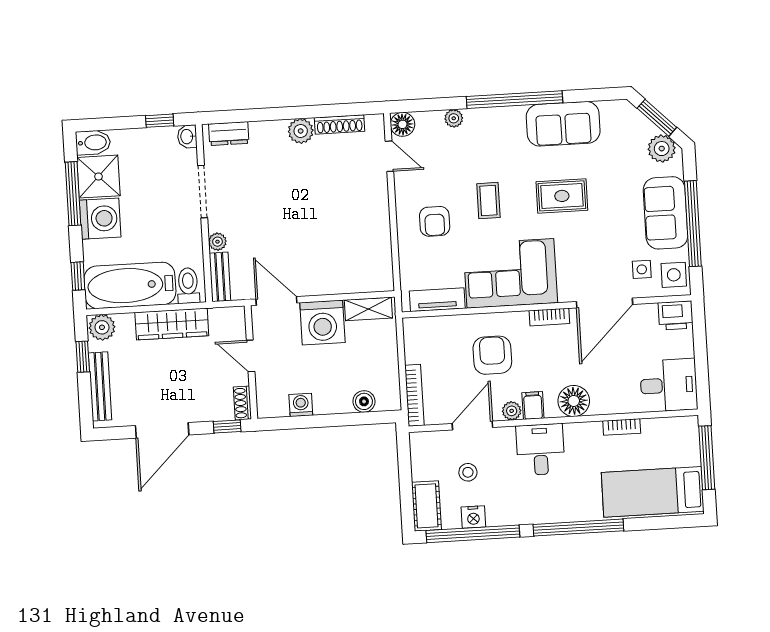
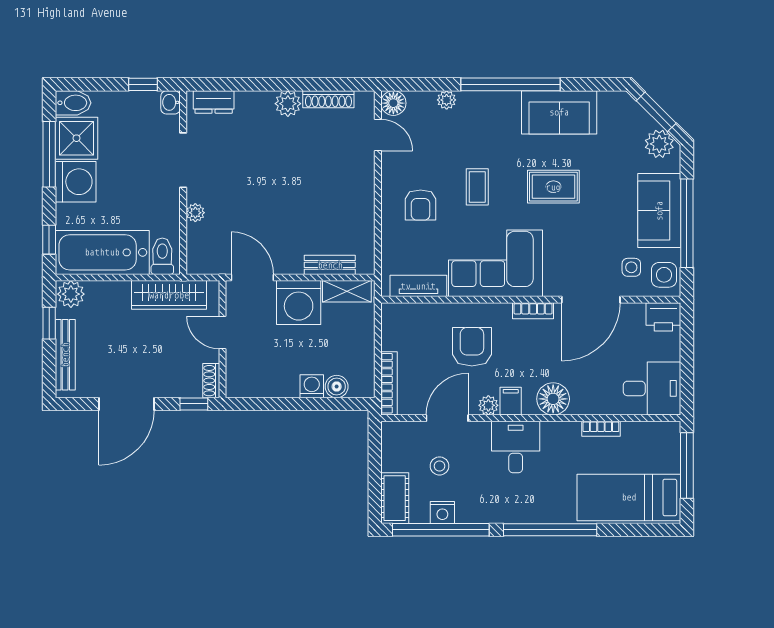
bench: (220, 277) -> (330, 265), moved, turned 90
wardrobe: (172, 324) -> (169, 295), moved
washing machine: (301, 405) -> (312, 386), moved

